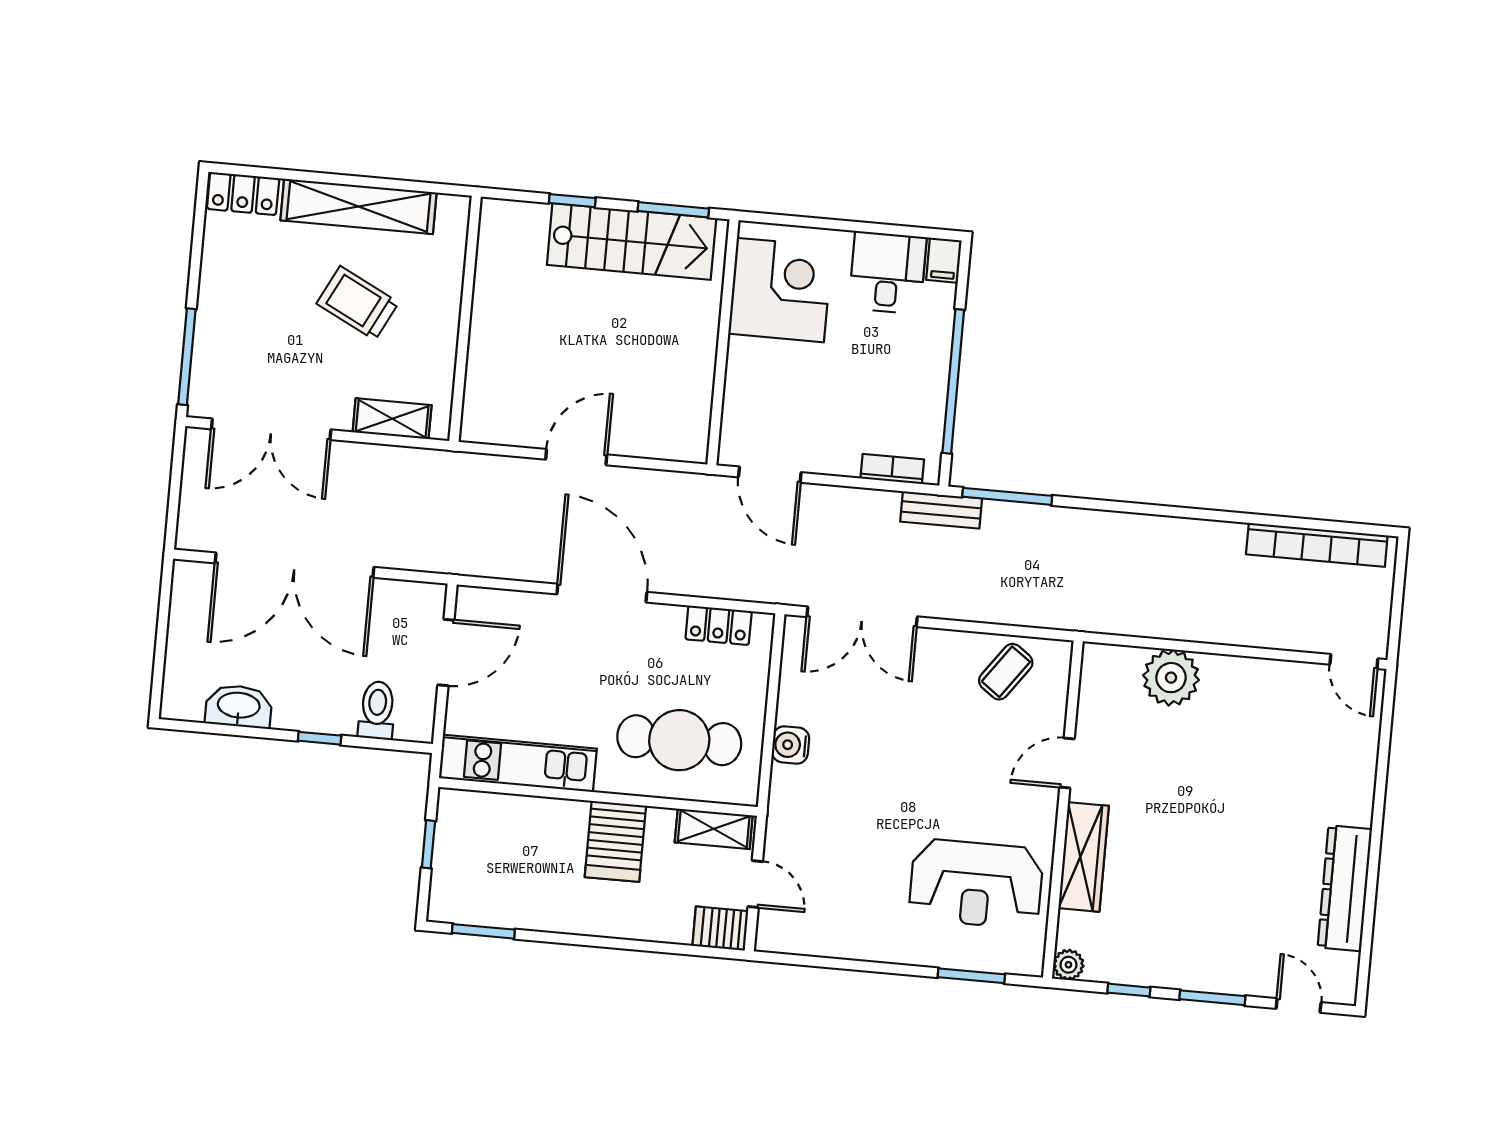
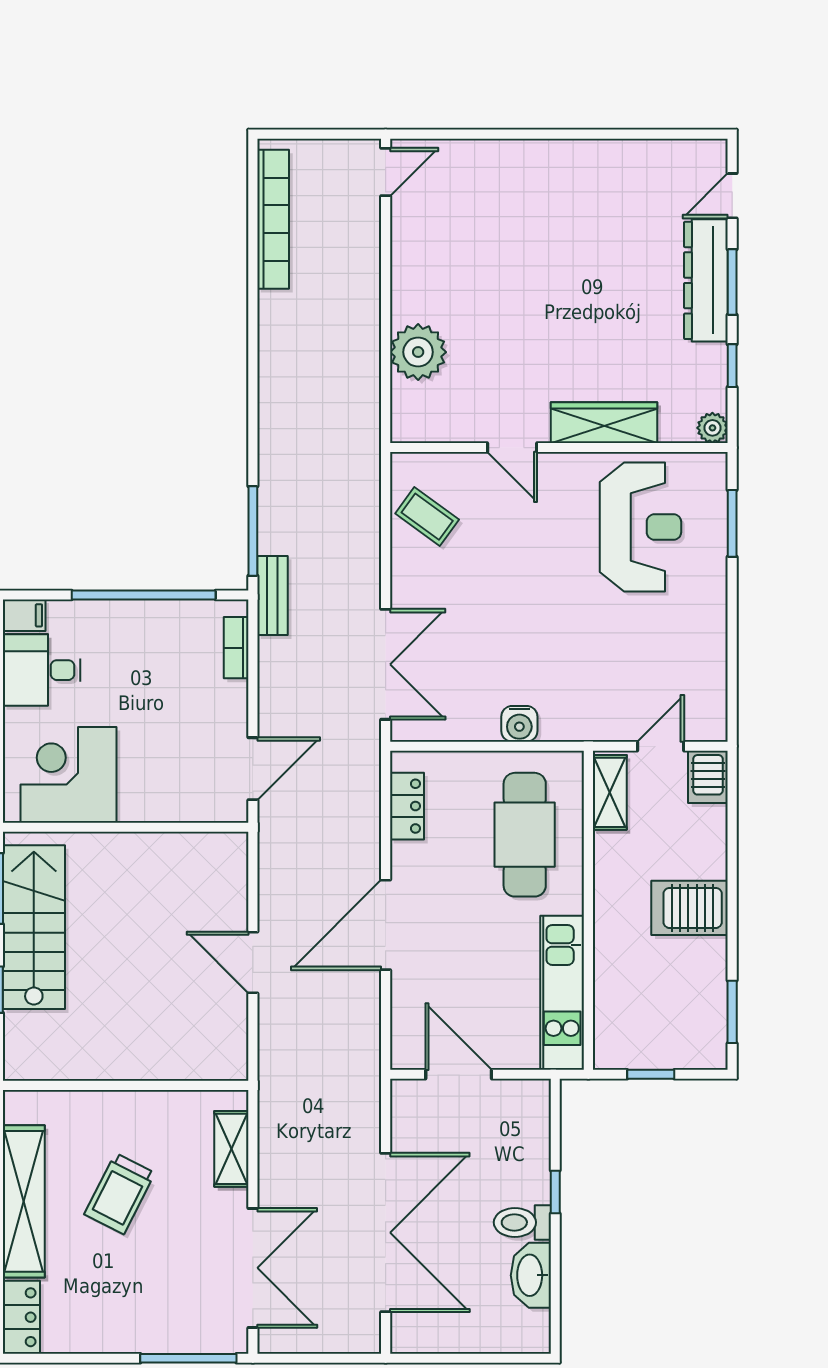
toilet: (377, 710) -> (522, 1222), moved
server rack: (615, 841) -> (690, 908), moved, turned 180
dresser: (1345, 888) -> (706, 280), moved, turned 90

